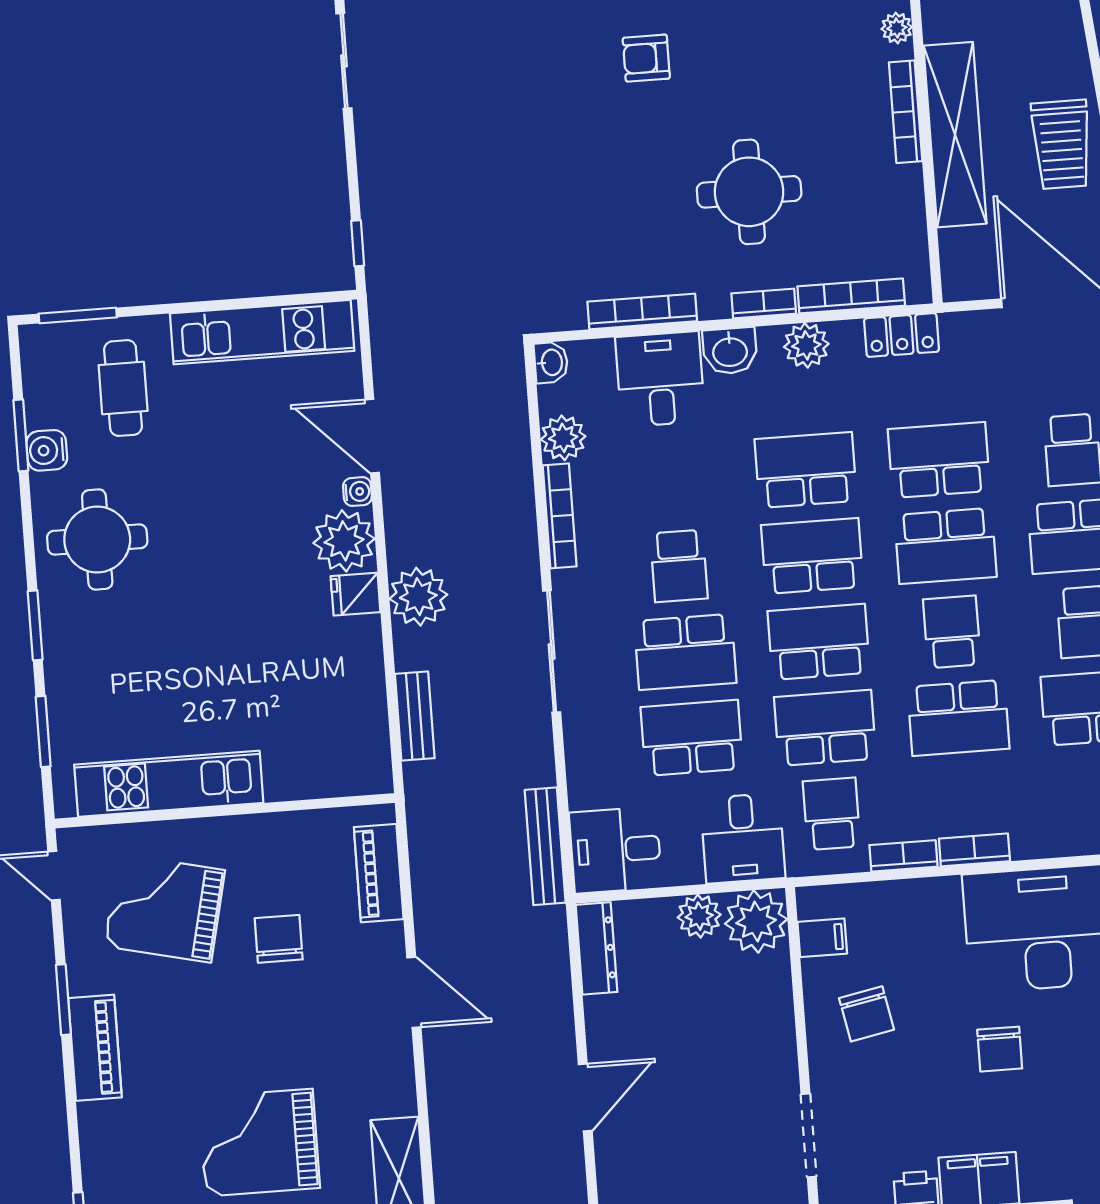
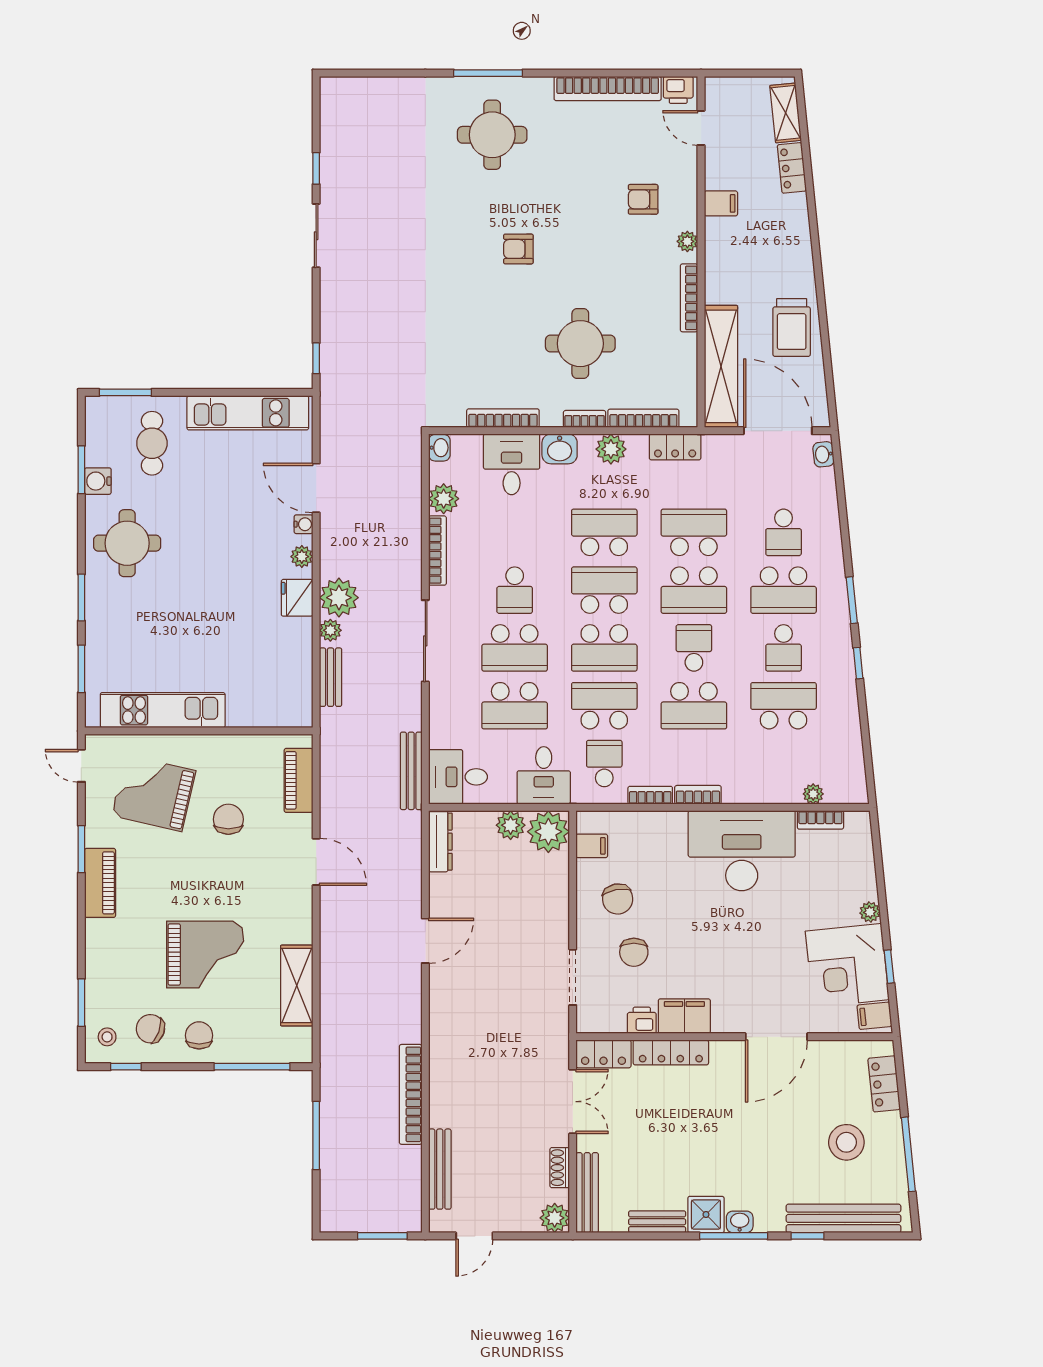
shelving: (955, 135) -> (721, 366), moved
plant: (344, 541) -> (302, 557), width x0.53, depth x0.53
fridge: (356, 594) -> (297, 598), width x1.38
school desk: (819, 642) -> (604, 648), turned 180
plant: (409, 646) -> (330, 630), added
school desk: (692, 738) -> (515, 706), turned 180
chair: (1000, 1049) -> (634, 952), moved
grand piano: (259, 1143) -> (205, 955), turned 180

